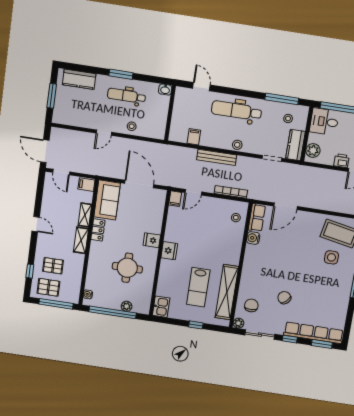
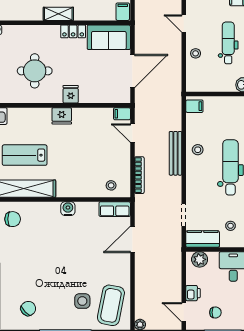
filing cabinet: (194, 137) -> (194, 106), moved
stool: (237, 145) -> (198, 150), moved
door: (286, 206) -> (132, 239), hinge flipped
shelving: (85, 215) -> (88, 14), removed
water cooler: (253, 238) -> (68, 209), moved
chair: (284, 298) -> (28, 309), moved

